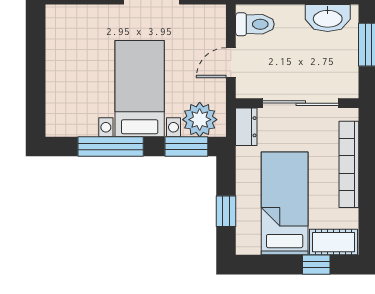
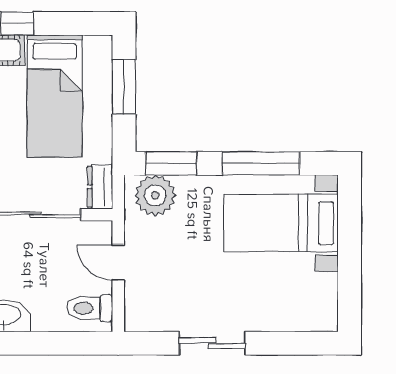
door: (231, 63) -> (118, 263), swing flipped
bed with nightstands: (140, 89) -> (281, 223), moved, turned 90
window: (226, 211) -> (124, 87), width x1.50

